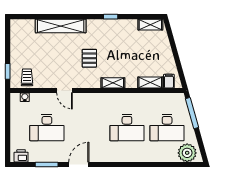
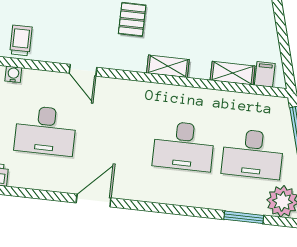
window: (47, 164) -> (244, 217), moved

